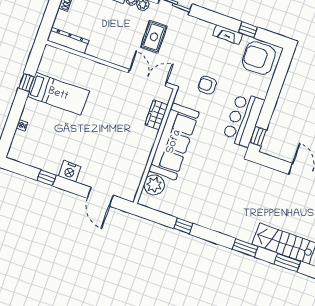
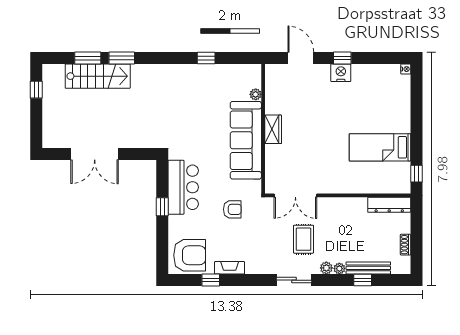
window: (26, 82) -> (417, 174), moved
wardrobe: (156, 115) -> (273, 129), moved
nightstand: (22, 125) -> (406, 69), moved
window: (258, 136) -> (162, 207), moved
window: (47, 178) -> (342, 58), moved
plant: (154, 185) -> (256, 94), width x0.53, depth x0.53
window: (245, 248) -> (122, 58), moved

